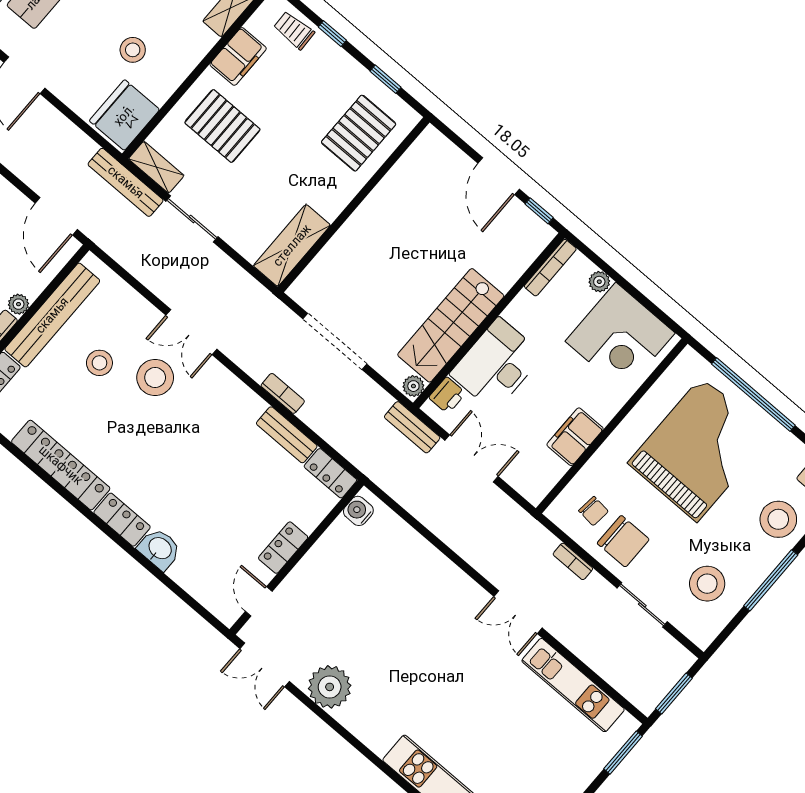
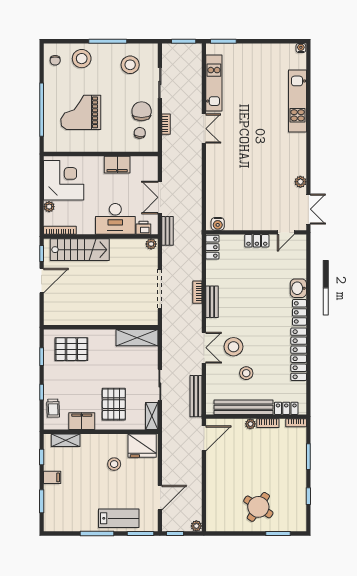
bench: (126, 182) -> (196, 396), moved
stairs: (451, 325) -> (80, 250), moved
bench: (287, 435) -> (212, 302), moved
grand piano: (699, 449) -> (81, 112), width x0.73, depth x0.68
plant: (330, 687) -> (300, 182), width x0.53, depth x0.53

